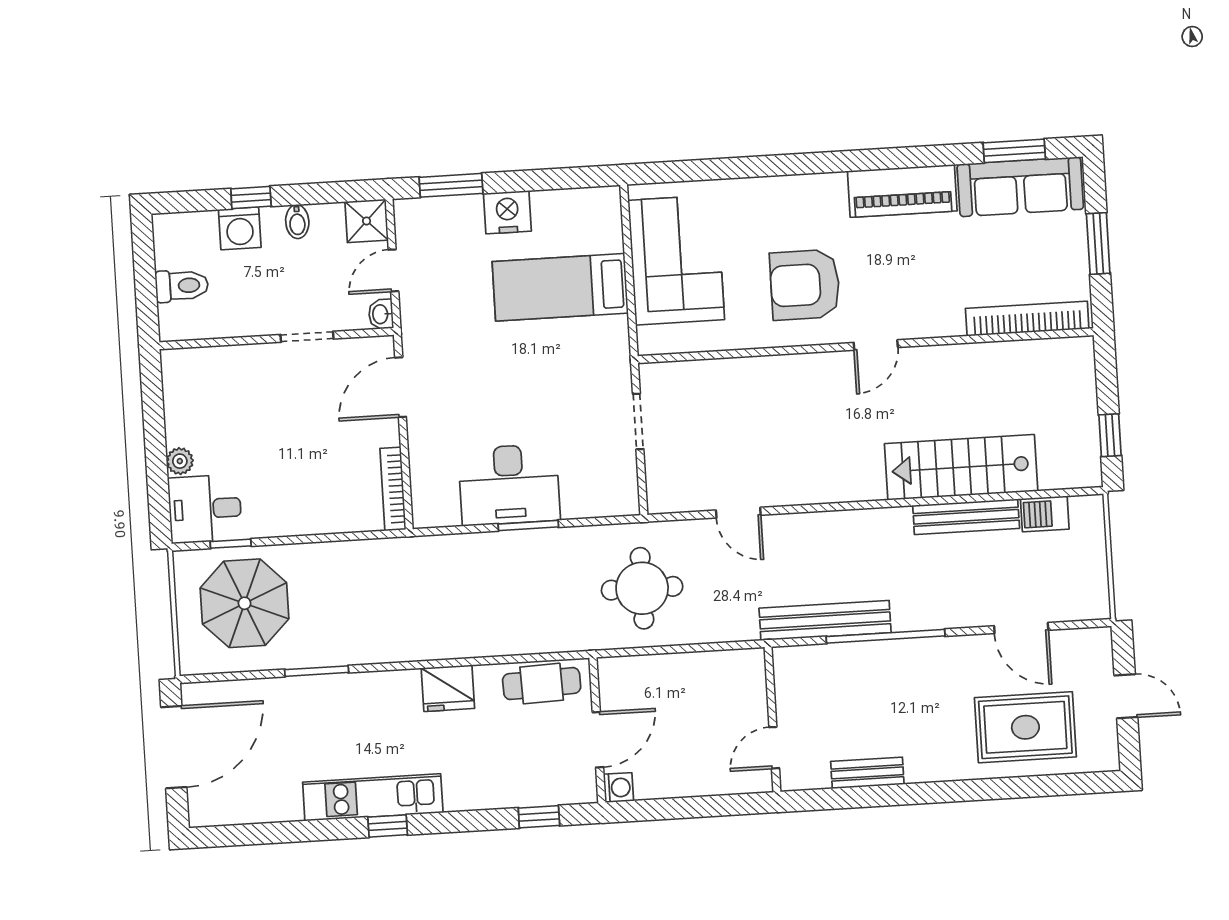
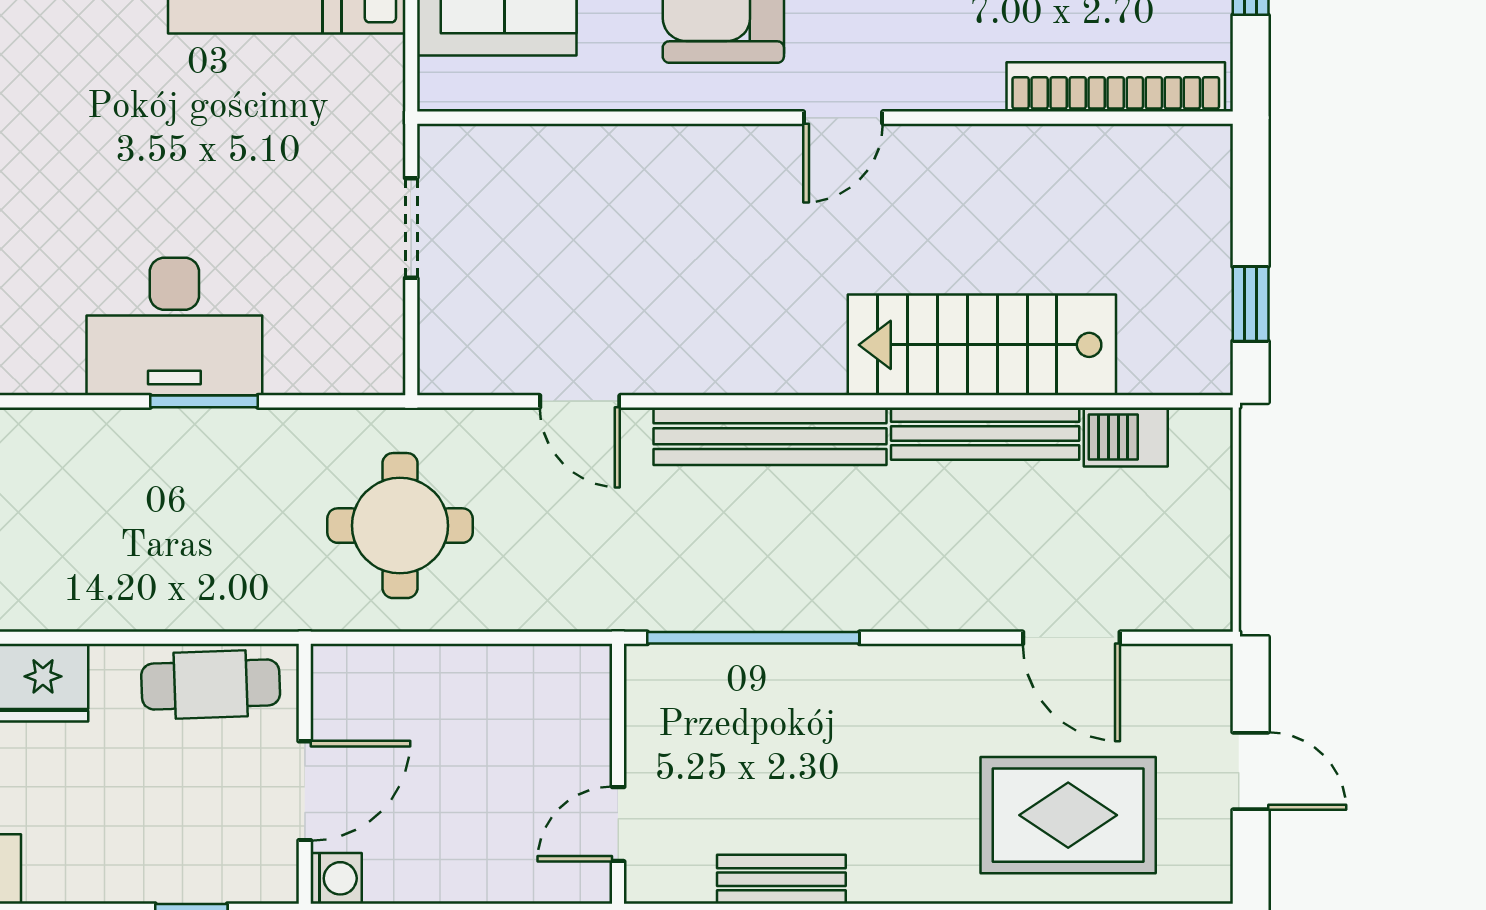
bench: (825, 620) -> (770, 436), moved
window: (886, 636) -> (753, 638), moved

